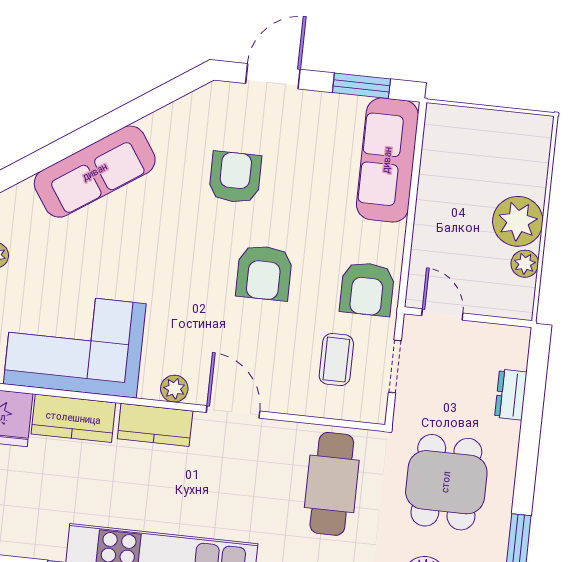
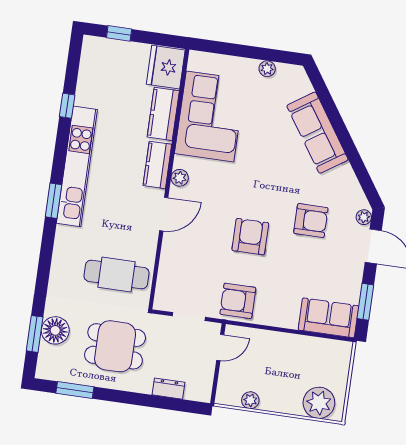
plant: (227, 93) -> (364, 217), added
sofa: (387, 160) -> (328, 318), width x0.73
plant: (518, 221) -> (319, 403), moved
armchair: (264, 273) -> (250, 237), turned 90
coffee table: (336, 360) -> (194, 280), removed

